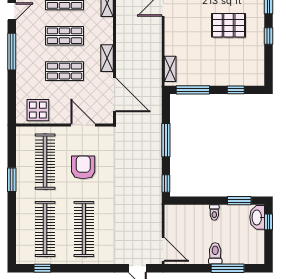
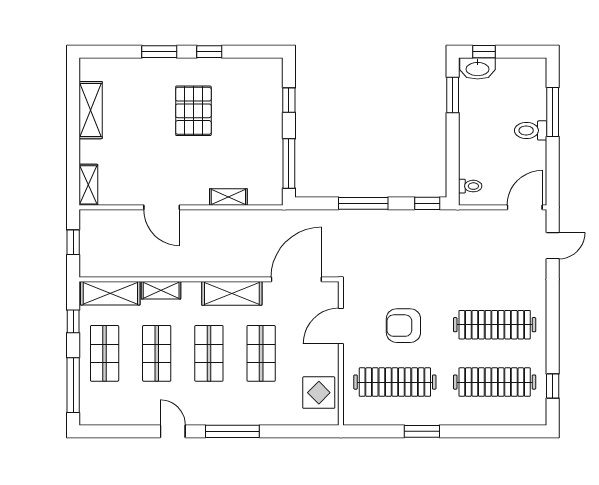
shelving: (107, 58) -> (232, 293), width x1.50, depth x1.33
shelving: (170, 69) -> (228, 197), moved
toilet: (214, 212) -> (470, 186), moved

